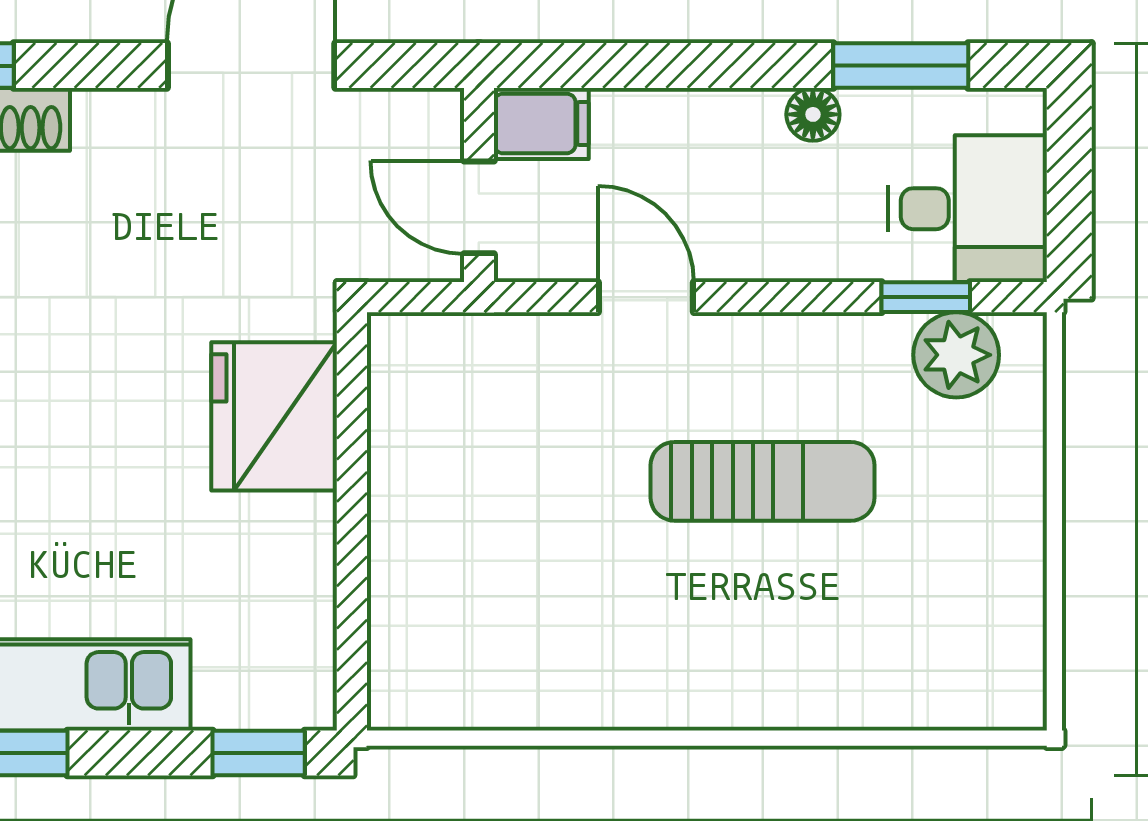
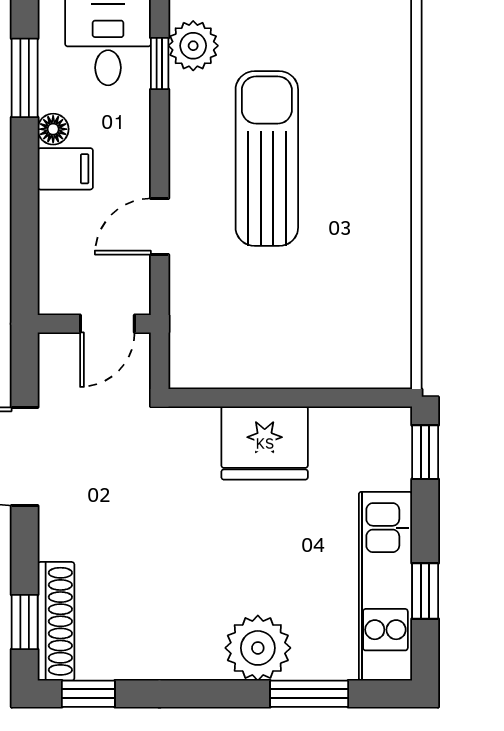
filing cabinet: (541, 123) -> (65, 169), moved, turned 90
fridge: (274, 416) -> (265, 443), moved
sun lounger: (763, 481) -> (267, 159), width x1.36, depth x1.34

